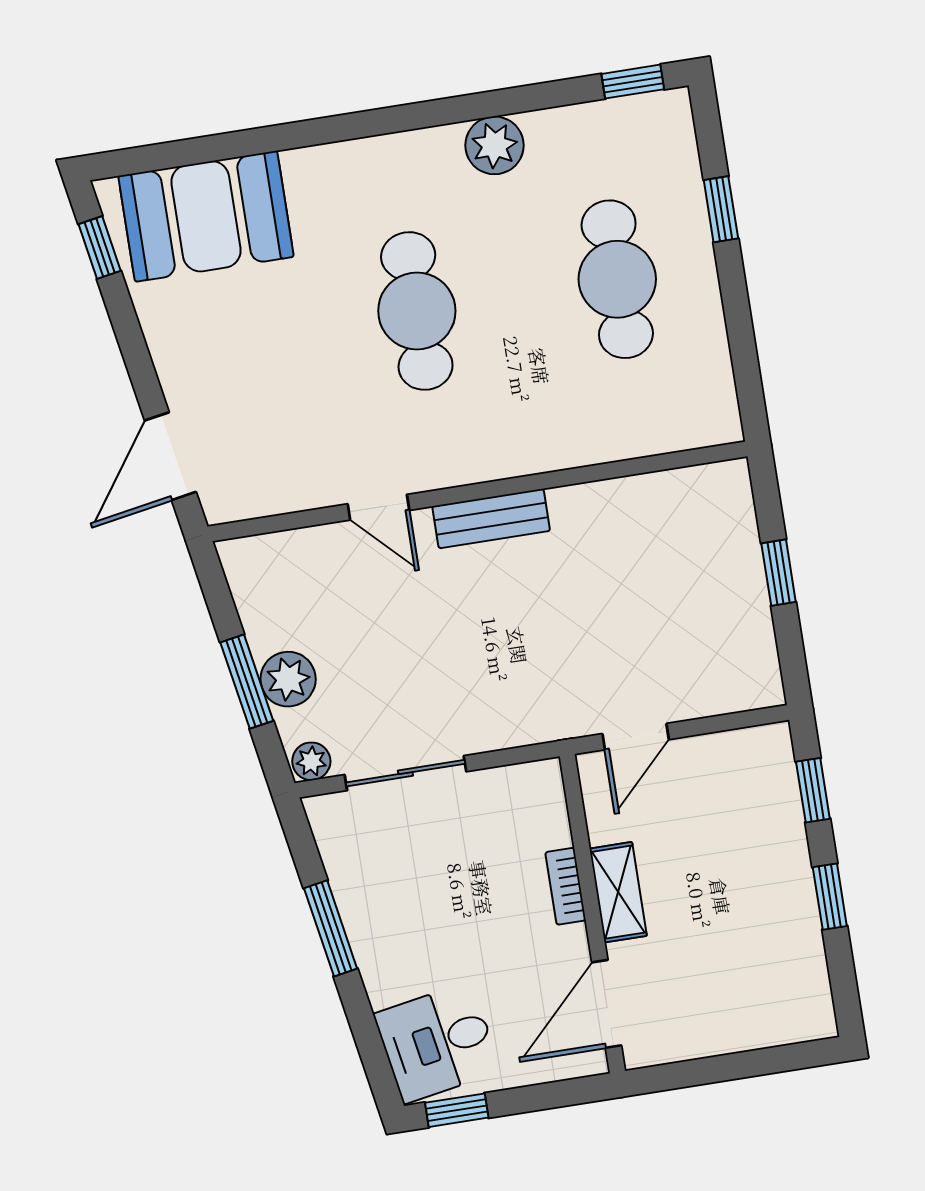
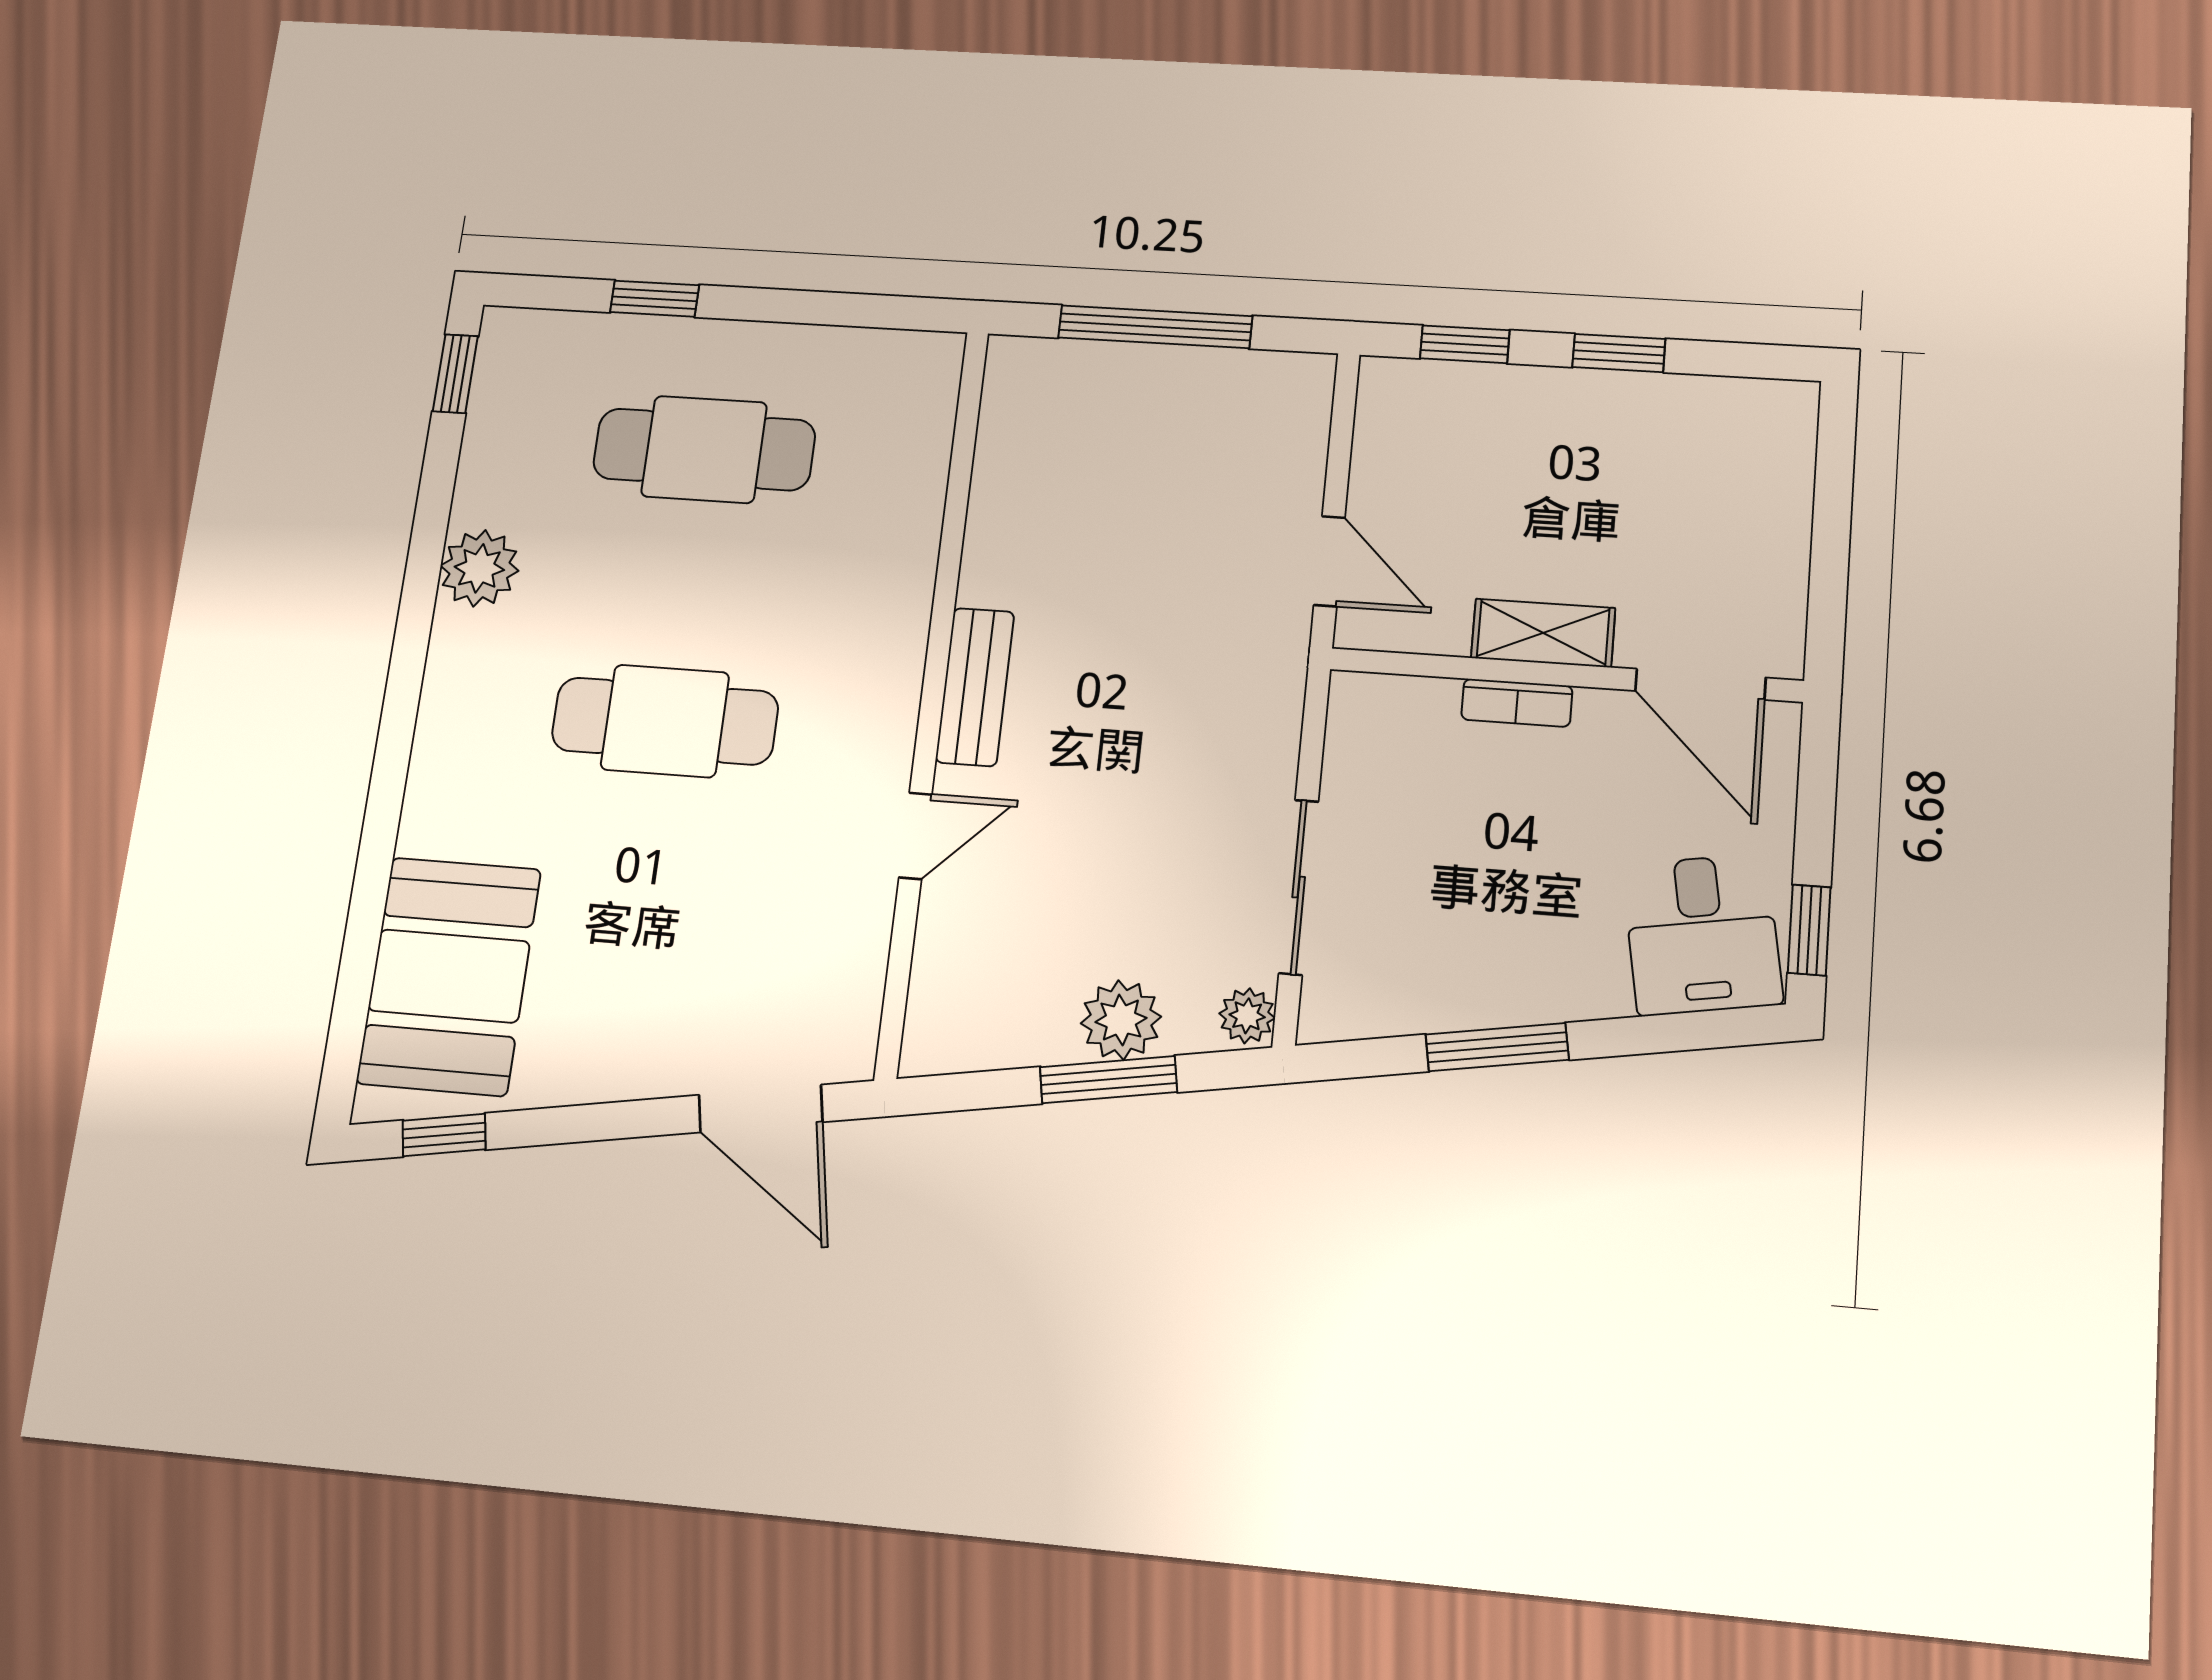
window: (779, 573) -> (1155, 327), width x2.17

